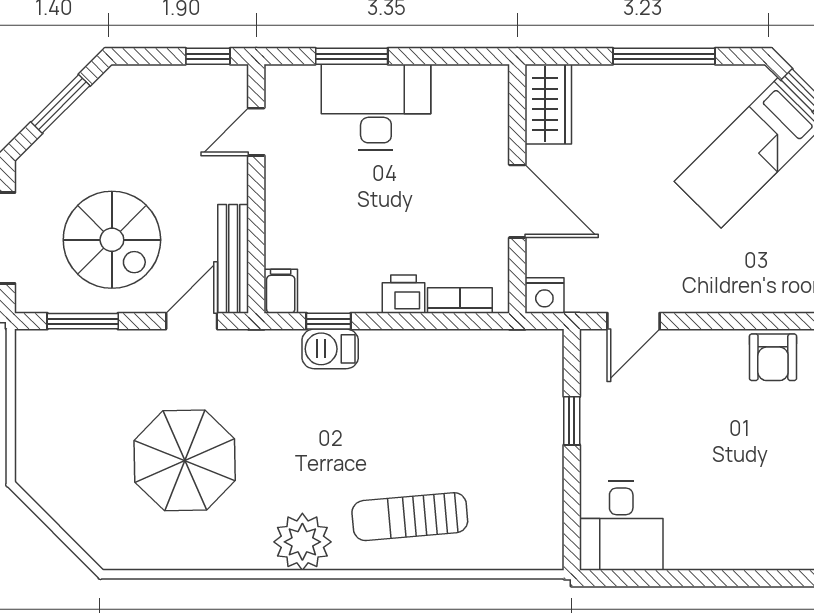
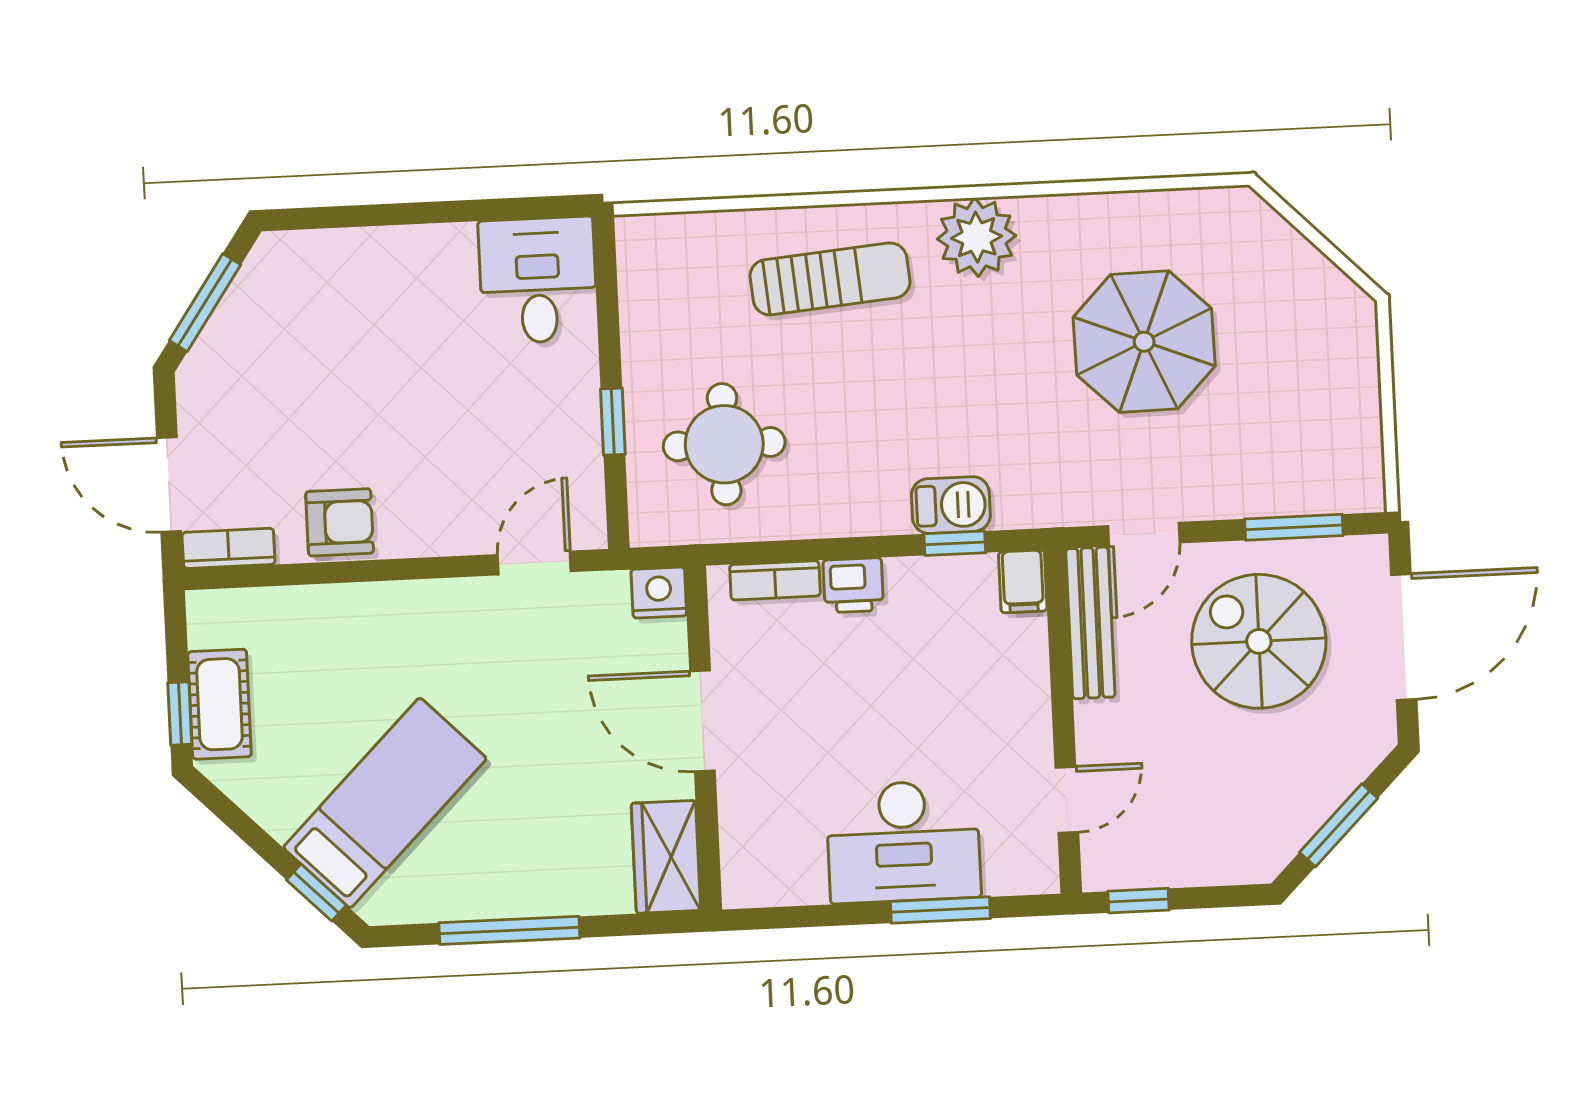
armchair: (773, 357) -> (340, 522), turned 90
round table: (492, 401) -> (724, 444), added

